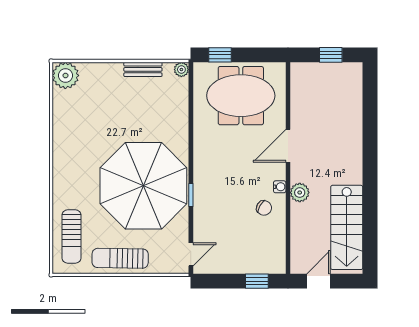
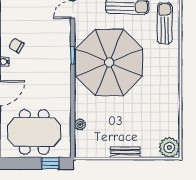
bench: (143, 69) -> (125, 152), moved
plant: (181, 70) -> (80, 125), moved

